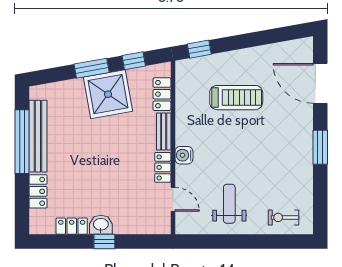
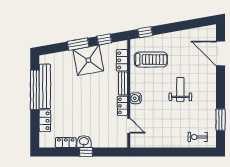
treadmill: (236, 98) -> (151, 60), moved
window: (320, 147) -> (221, 120), moved
weight bench: (229, 204) -> (180, 89), moved

